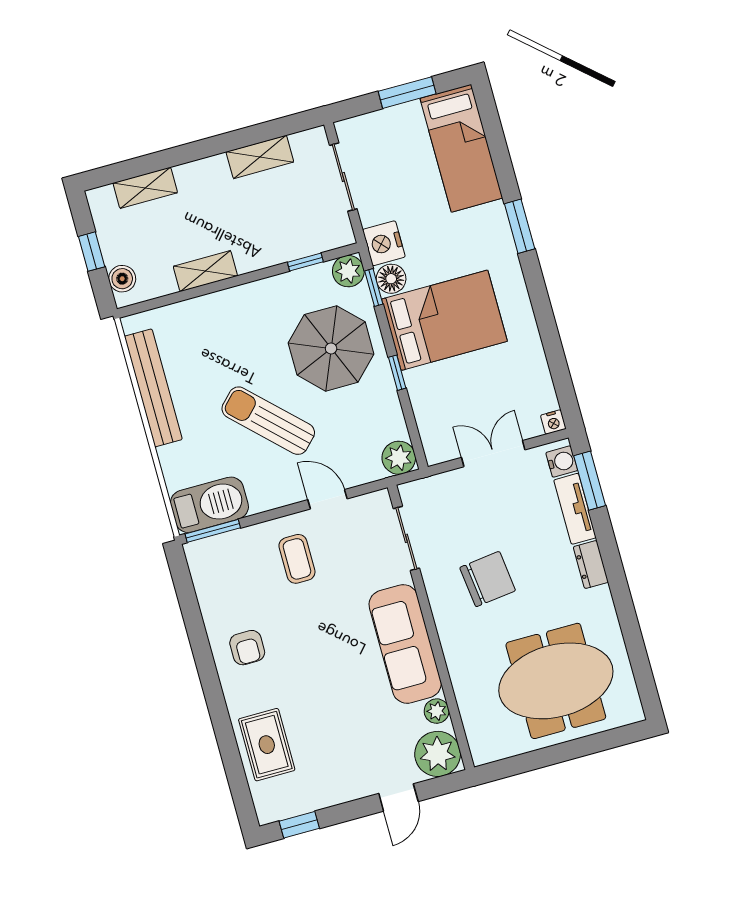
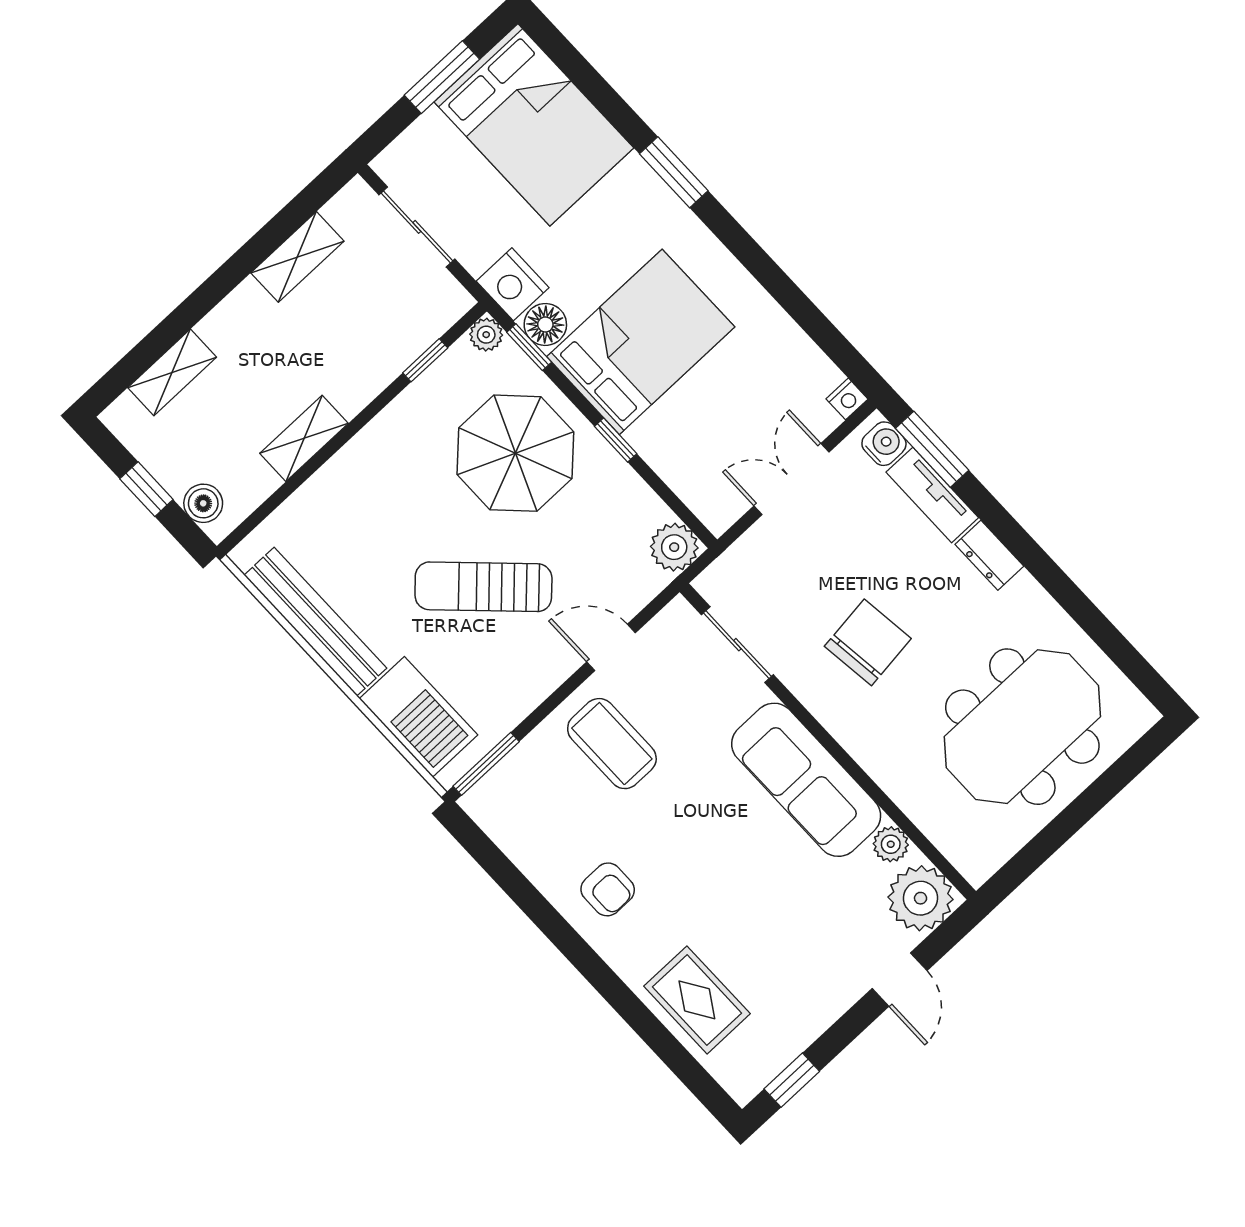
bed: (461, 148) -> (534, 125), width x1.50
plant: (348, 271) -> (486, 335), width x0.73, depth x0.73
barbecue: (209, 505) -> (418, 717), moved, turned 90
coffee table: (297, 559) -> (612, 744), width x1.36, depth x1.30

